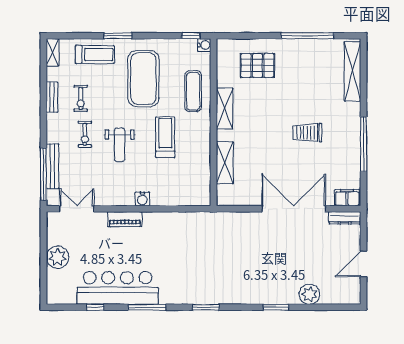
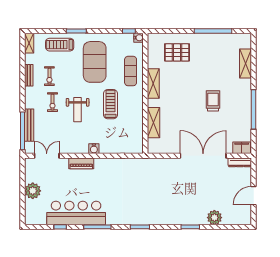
treadmill: (95, 55) -> (60, 45), turned 180
shelving: (353, 71) -> (246, 63), width x0.68
trolley: (307, 133) -> (213, 101), turned 90

